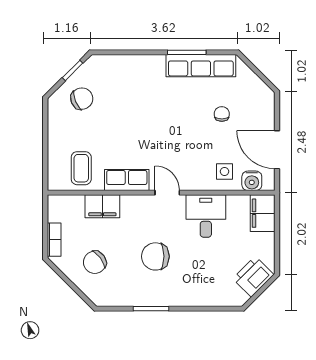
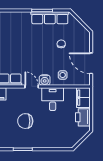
water cooler: (252, 181) -> (45, 80), moved
printer: (253, 277) -> (83, 117), moved, turned -45

